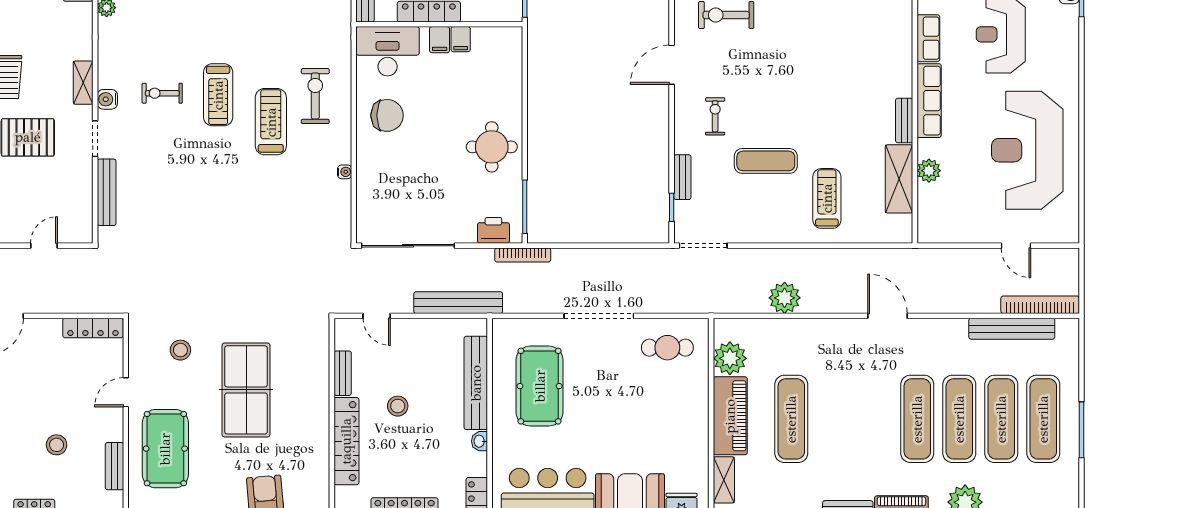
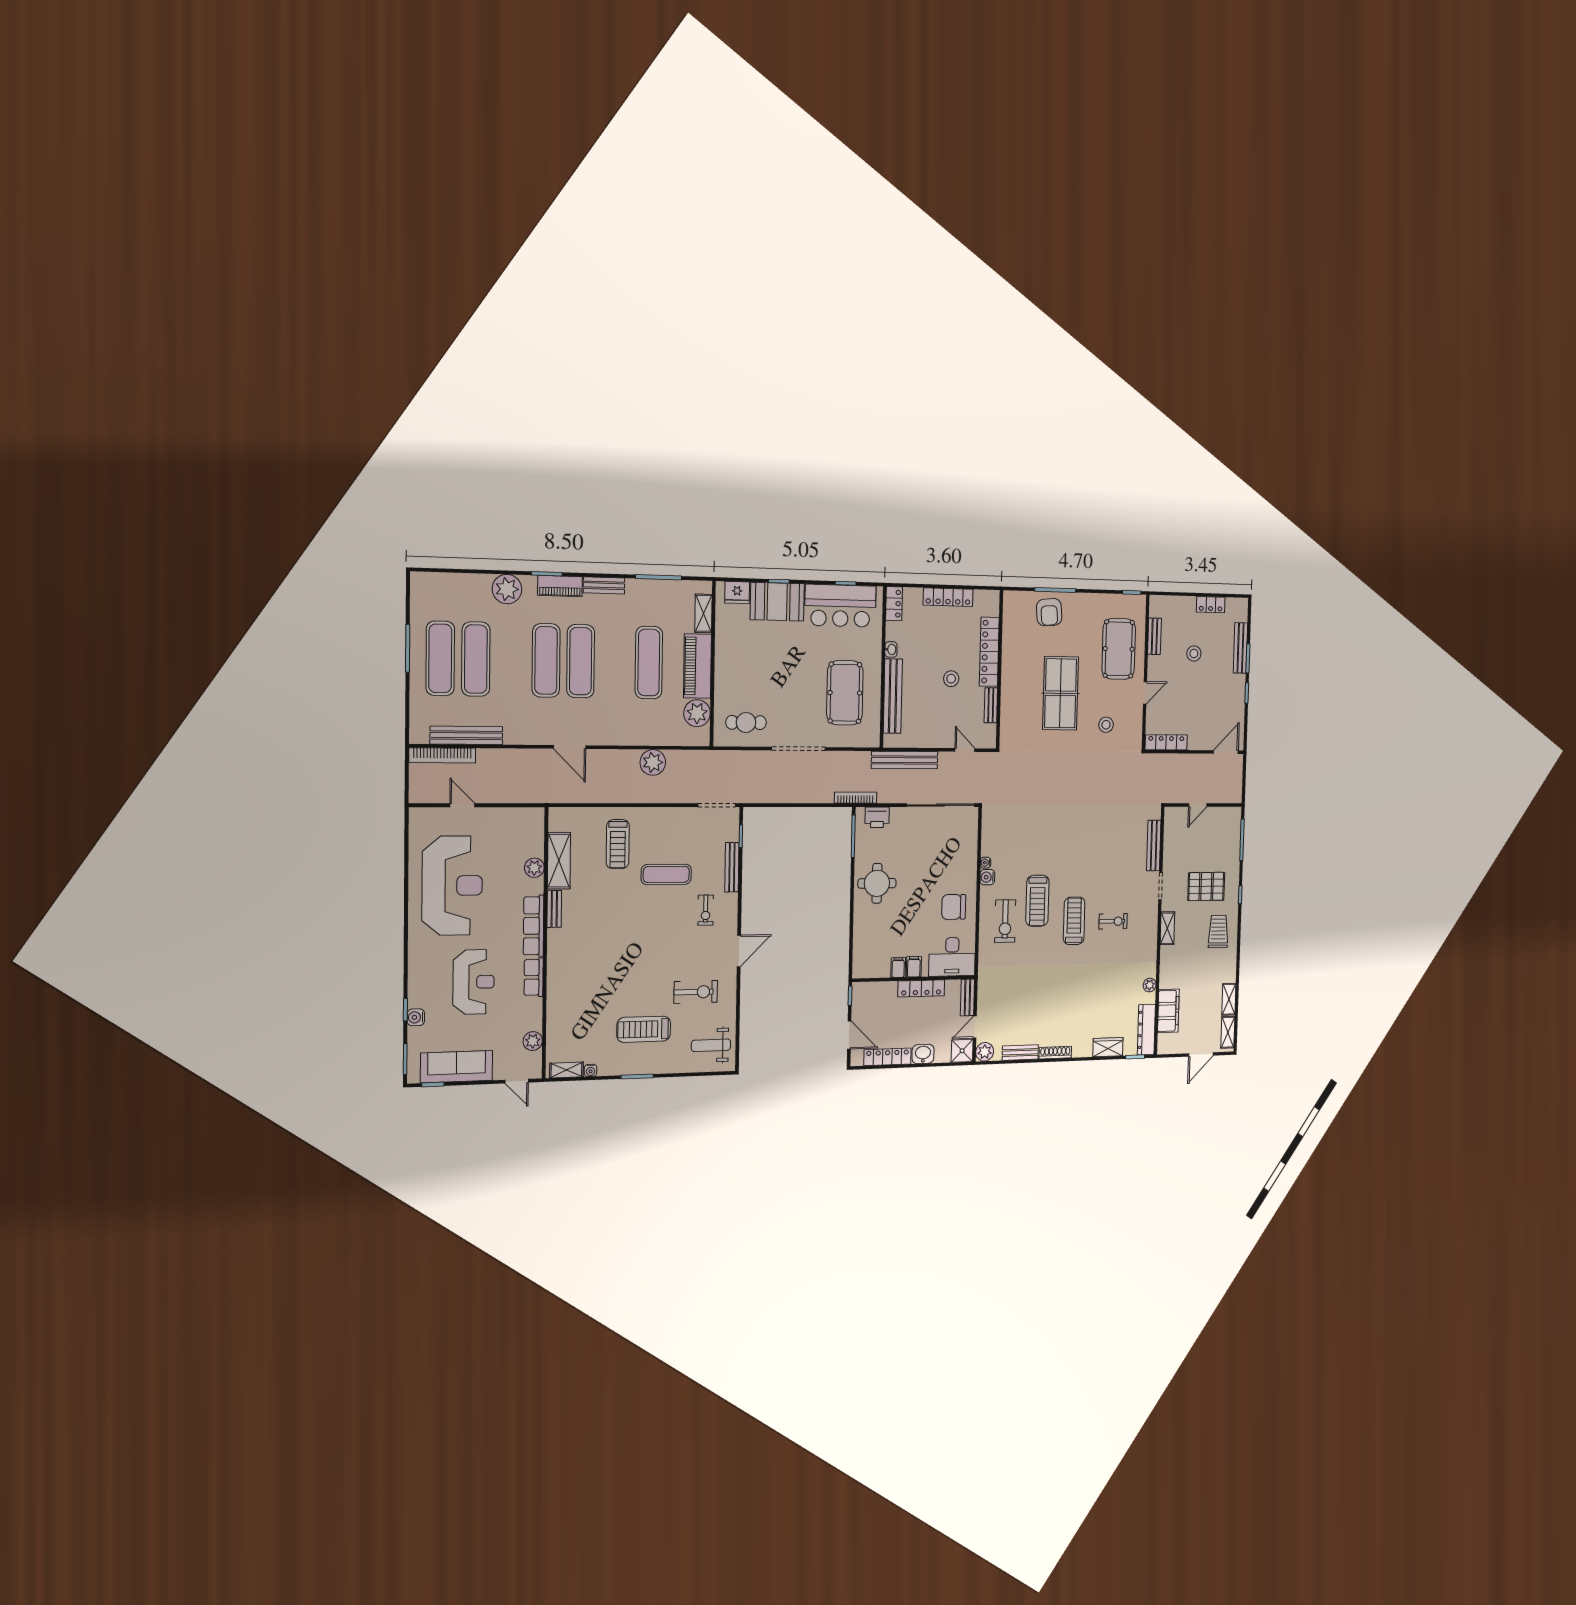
water cooler: (107, 99) -> (987, 877), moved, turned 180
bench: (682, 177) -> (732, 867), width x1.36
exercise mat: (959, 419) -> (581, 661), moved

